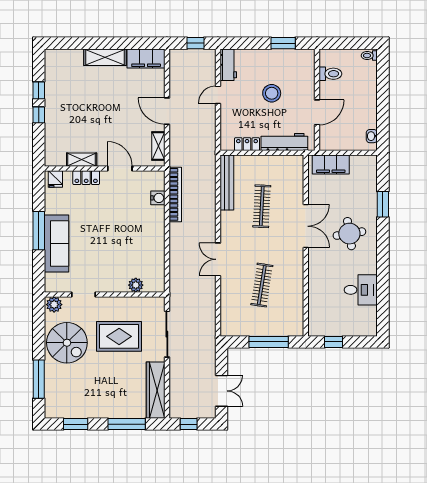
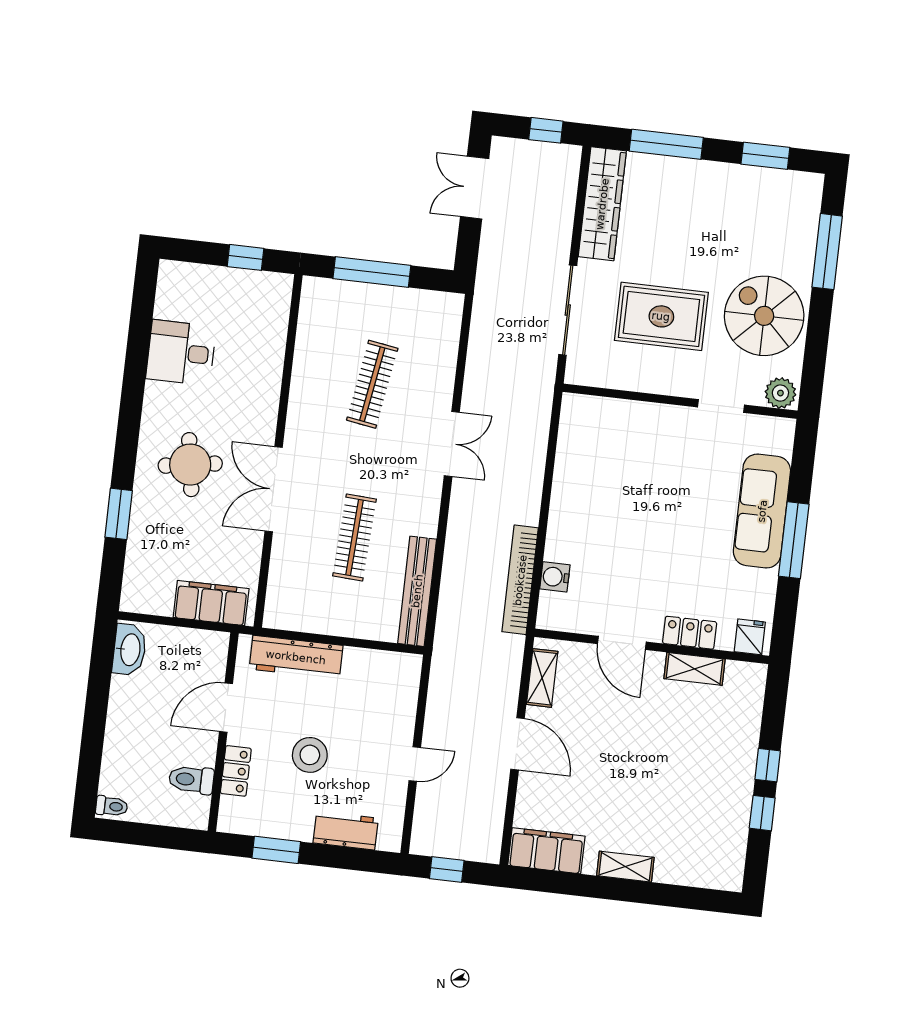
shelving: (105, 57) -> (625, 867), width x0.67, depth x0.75
workbench: (228, 65) -> (346, 831), moved, turned 90
washbasin: (372, 136) -> (129, 650), width x1.91, depth x1.45
locker: (247, 144) -> (236, 771), moved, turned -90
plant: (136, 285) -> (617, 412), removed

